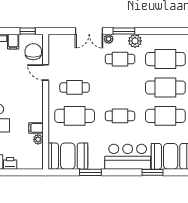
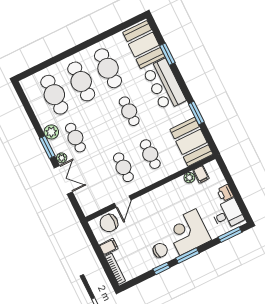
window: (28, 31) -> (92, 238), removed
cafe table: (75, 116) -> (150, 154), width x0.73, depth x0.74
filing cabinet: (36, 128) -> (201, 174), moved

